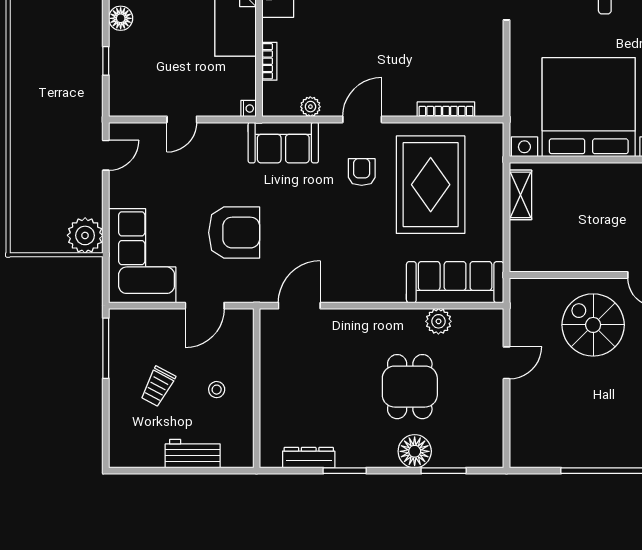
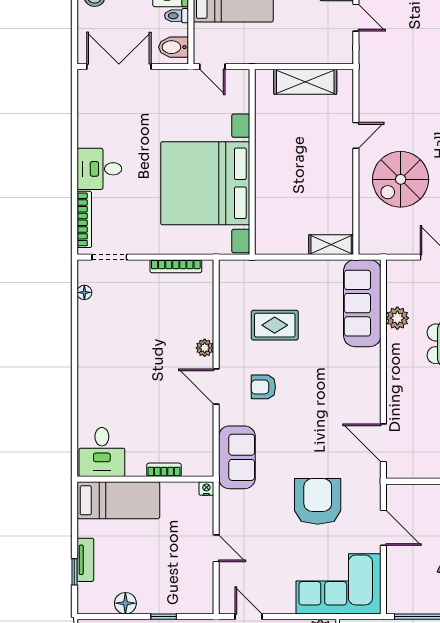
plant: (310, 107) -> (205, 348), moved
bookcase: (446, 109) -> (176, 266), moved, turned -90
rug: (431, 185) -> (275, 325), width x0.54, depth x0.49
shelving: (520, 195) -> (331, 245), moved

